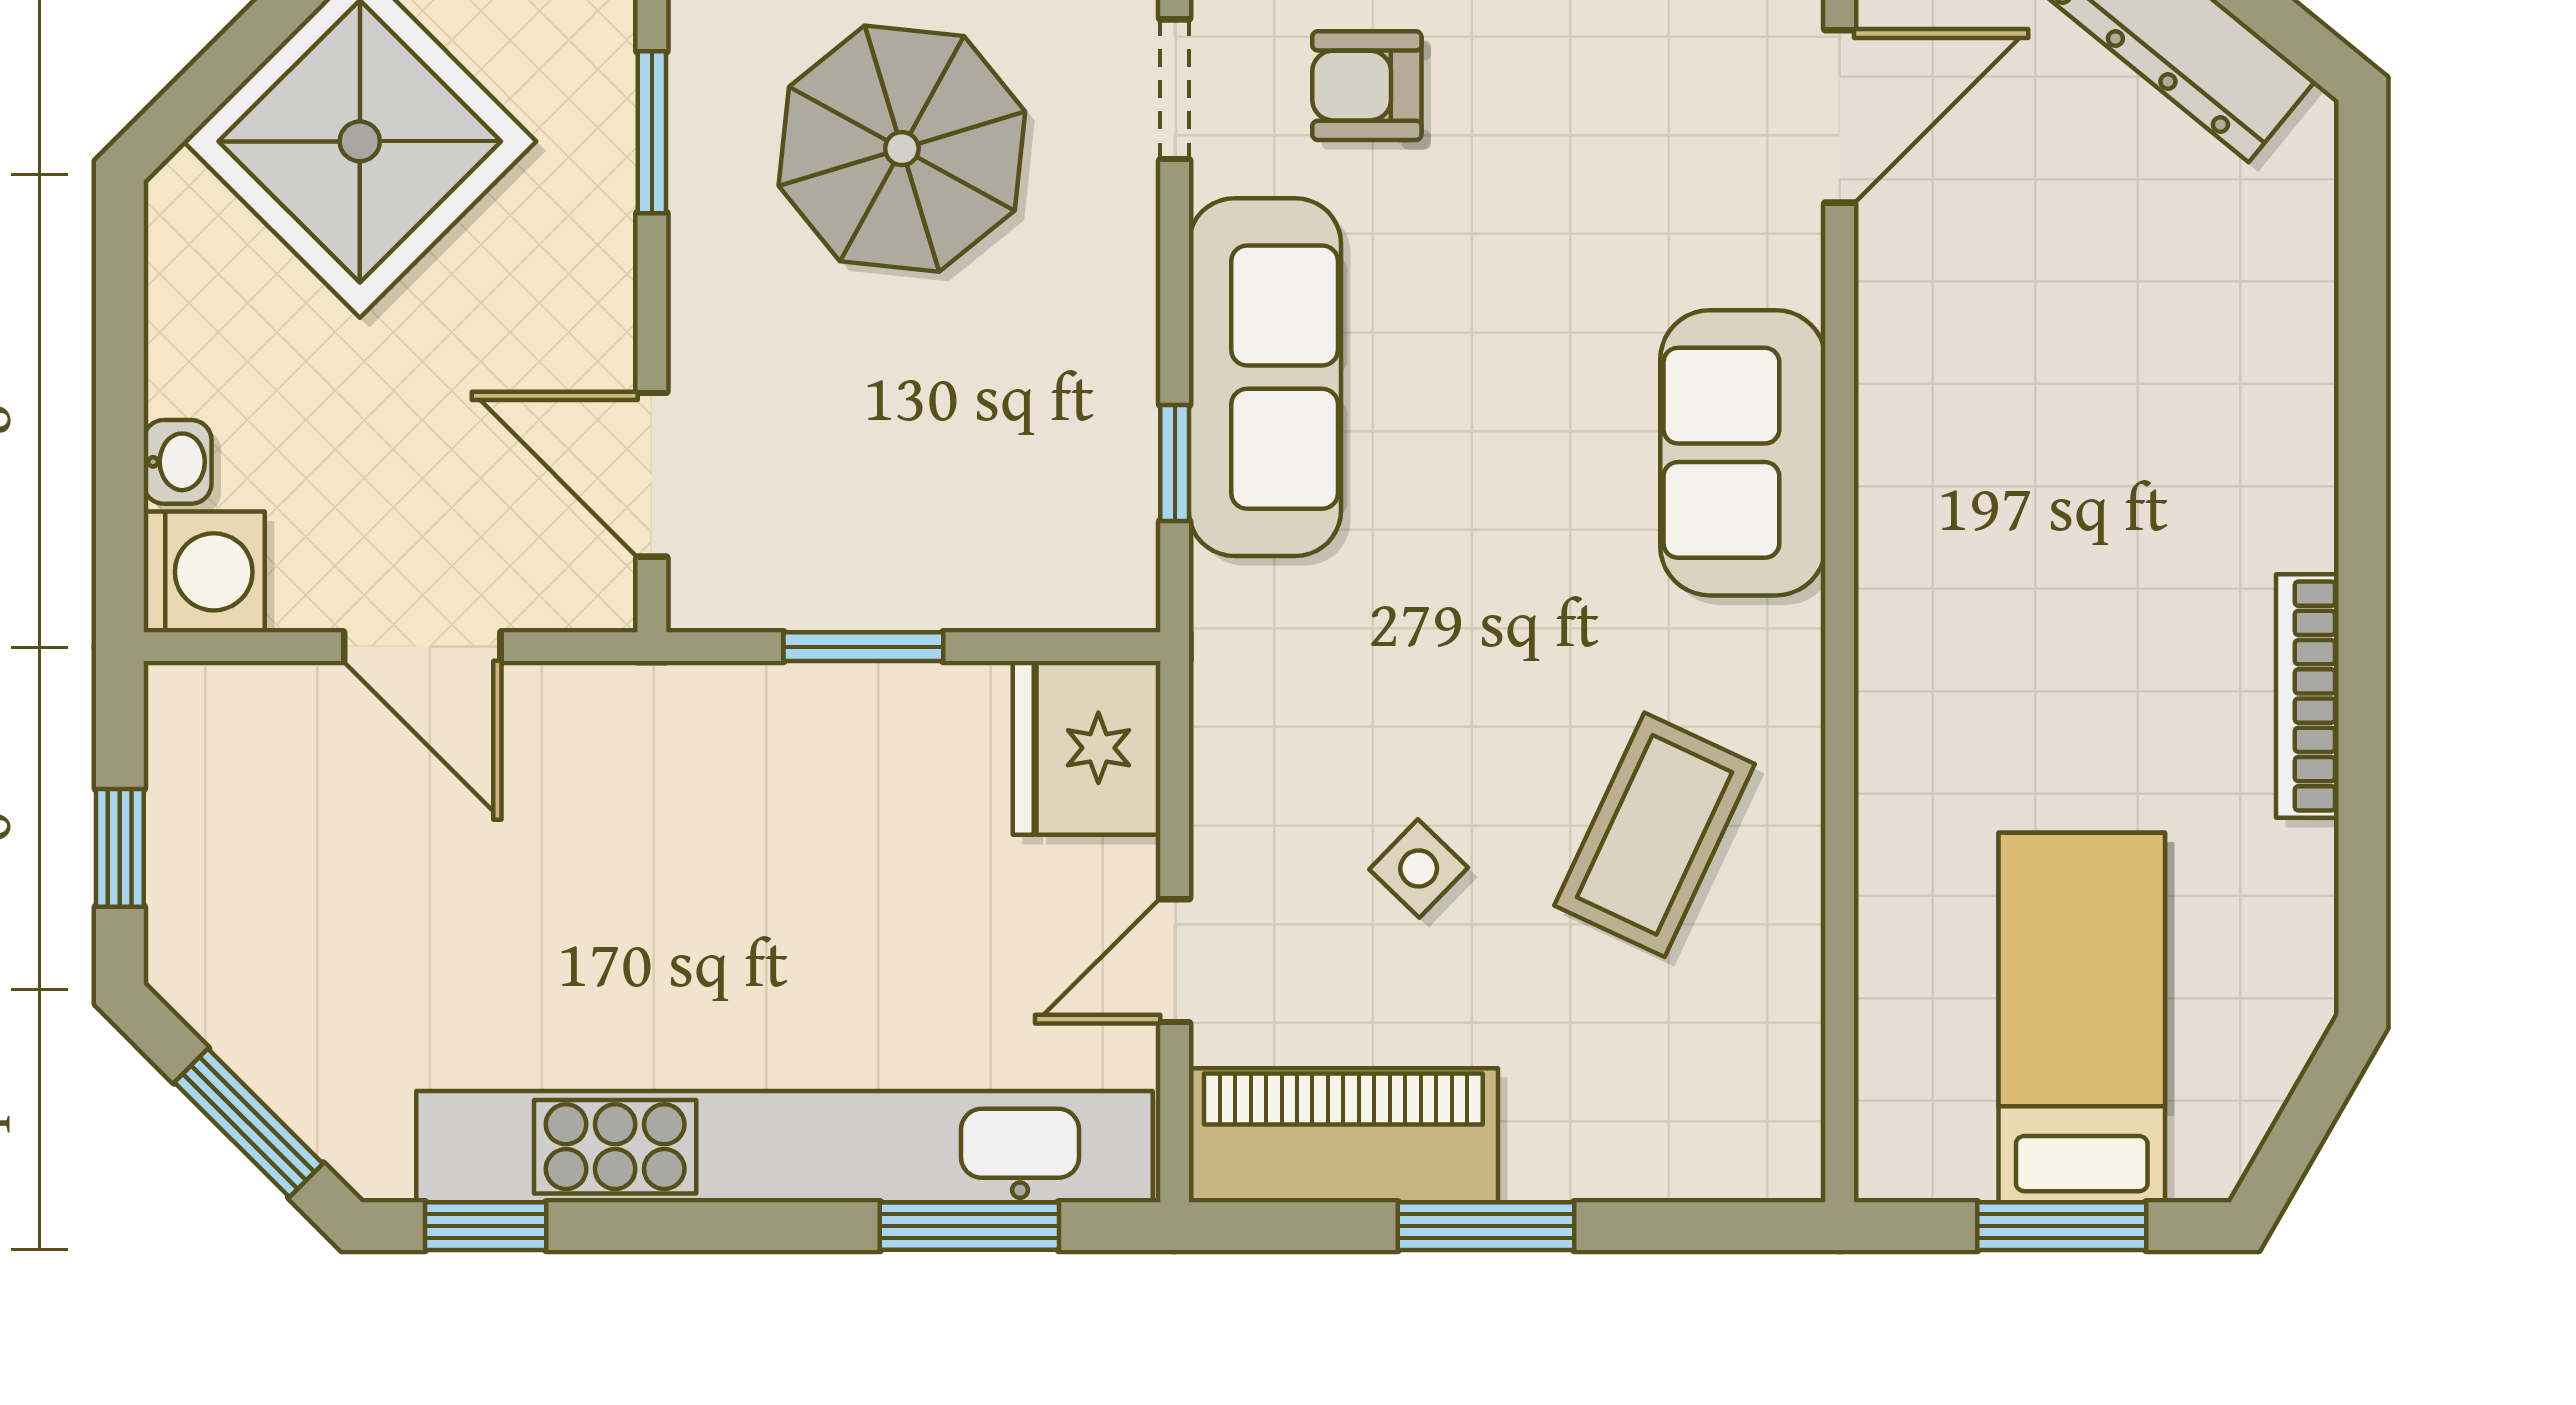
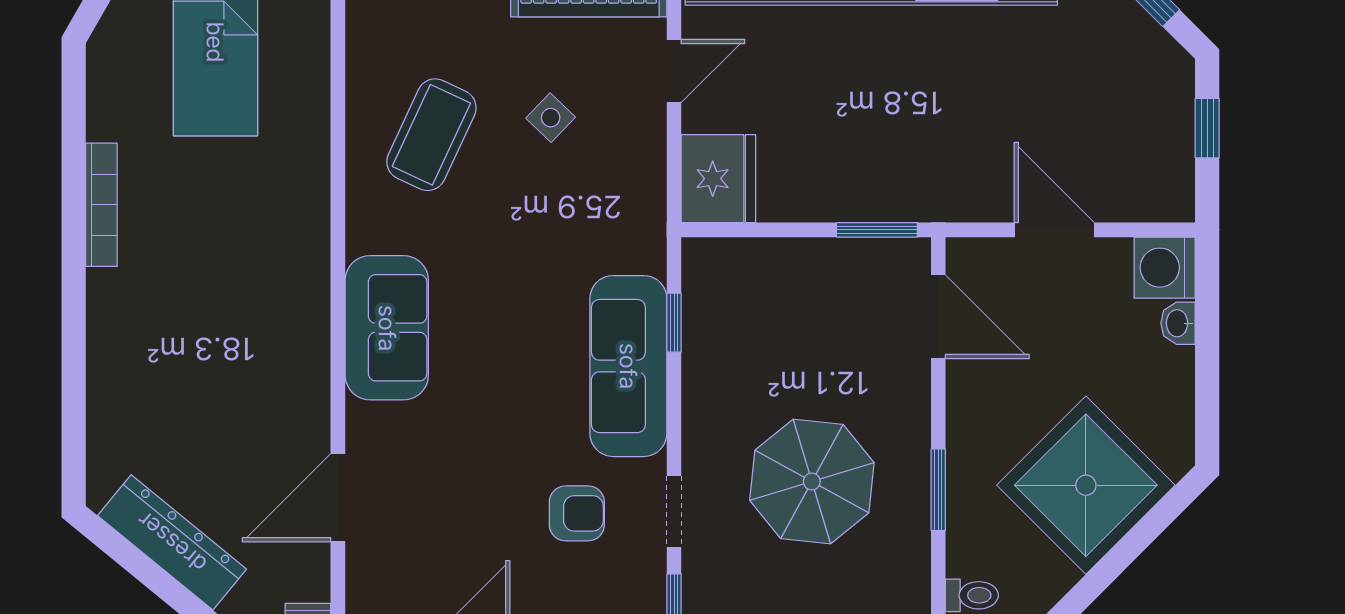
window: (863, 647) -> (877, 230), moved

